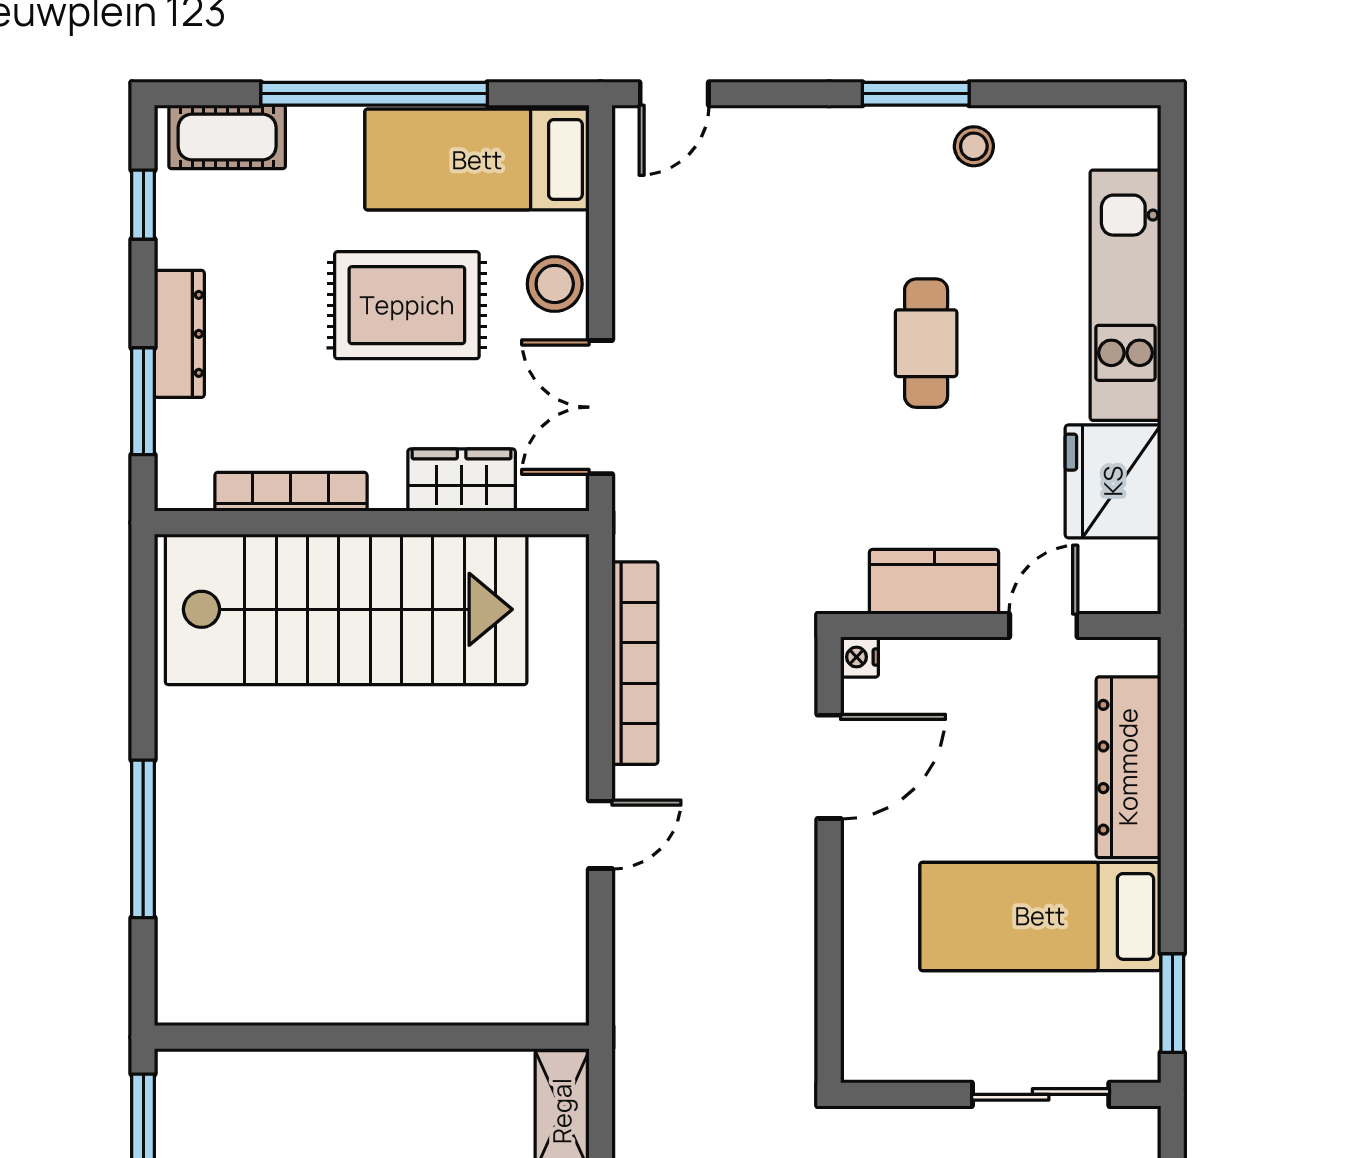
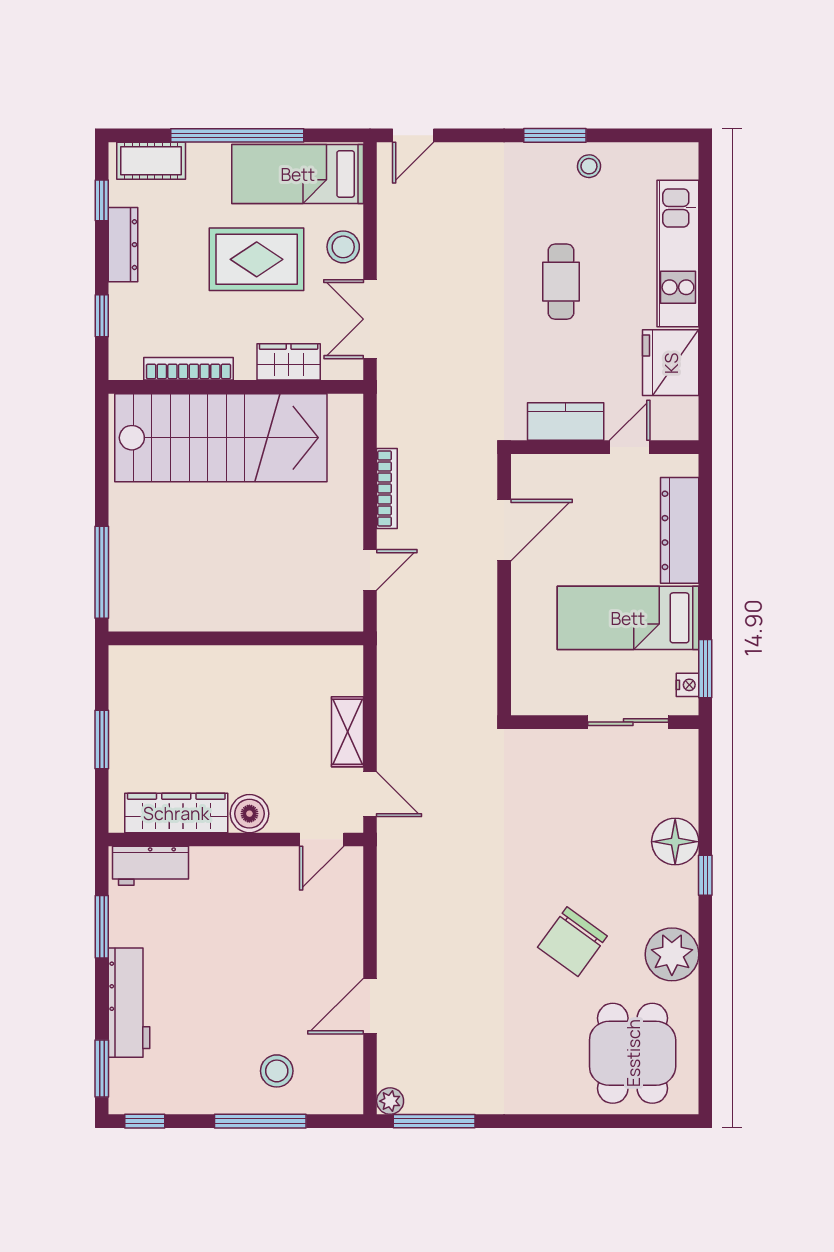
dresser: (179, 334) -> (123, 245), moved
window: (143, 401) -> (102, 316), width x0.67
nightstand: (860, 657) -> (687, 685), moved, turned 180
bookcase: (635, 663) -> (387, 488), width x0.68, depth x0.76
wall: (372, 1037) -> (236, 638), moved

